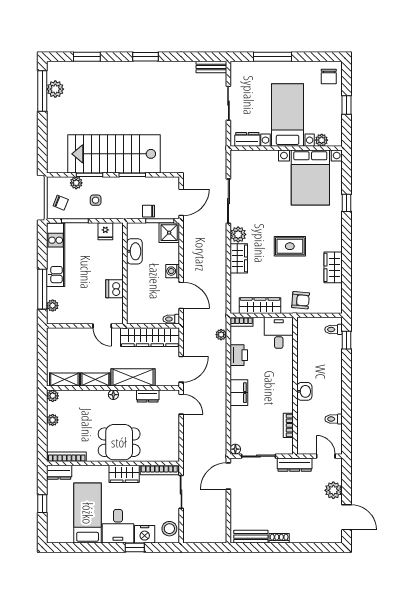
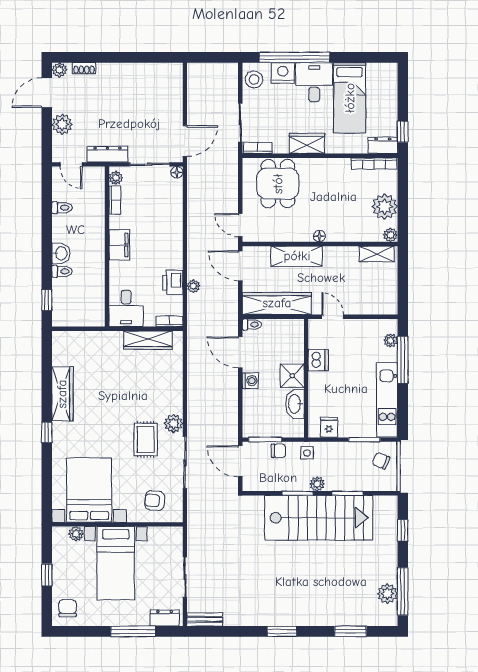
dresser: (247, 139) -> (165, 618), moved, turned 180
window: (42, 143) -> (403, 530), added
plant: (76, 183) -> (317, 484), moved
side table: (96, 200) -> (307, 453), moved
door: (181, 202) -> (240, 461), hinge flipped
window: (347, 203) -> (47, 433), moved
shower: (169, 233) -> (292, 376), moved
rug: (290, 246) -> (146, 439), moved, turned 90
wardrobe: (239, 258) -> (173, 396), removed
wardrobe: (333, 267) -> (62, 394), width x1.50
armchair: (301, 300) -> (155, 501), moved
toilet: (334, 329) -> (62, 271), moved
plant: (221, 335) -> (193, 286), moved
door: (181, 369) -> (240, 266), hinge flipped
shelving: (95, 380) -> (341, 254), removed
washbasin: (304, 391) -> (61, 253), moved, turned 180
filing cabinet: (239, 393) -> (119, 245), moved, turned 180
dresser: (148, 396) -> (279, 235), removed
plant: (53, 420) -> (385, 207), width x1.88, depth x1.88
dining table: (119, 442) -> (278, 184), moved, turned 90
plant: (288, 445) -> (116, 178), added
bookcase: (159, 470) -> (258, 148), width x0.64
window: (42, 504) -> (403, 132), moved
door: (347, 517) -> (47, 93), hinge flipped
bench: (251, 537) -> (159, 70), removed
plant: (336, 537) -> (59, 70), added
shoe rack: (279, 538) -> (84, 68), moved
window: (135, 548) -> (295, 57), width x3.17

